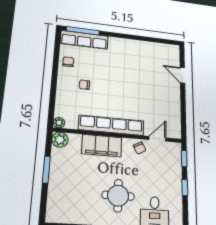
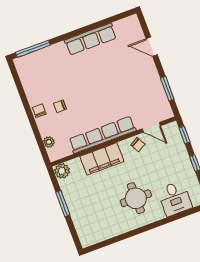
row of seats: (84, 40) -> (91, 39), moved
chair: (68, 62) -> (39, 111), moved
window: (183, 113) -> (167, 89), added
plant: (59, 123) -> (49, 142), moved
door: (157, 139) -> (151, 127), swing flipped

